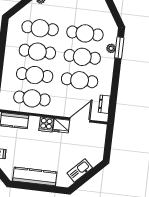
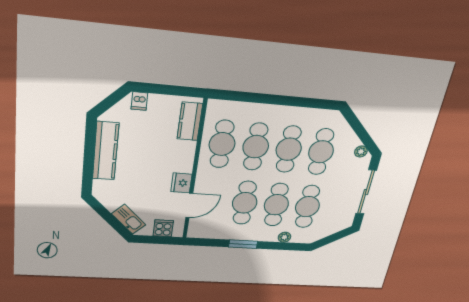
window: (119, 48) -> (243, 244), moved
dresser: (104, 104) -> (210, 233), removed
door: (80, 120) -> (189, 205), hinge flipped
cooker: (46, 124) -> (163, 228), moved, turned 90
kitchen sink: (80, 170) -> (129, 219), moved

